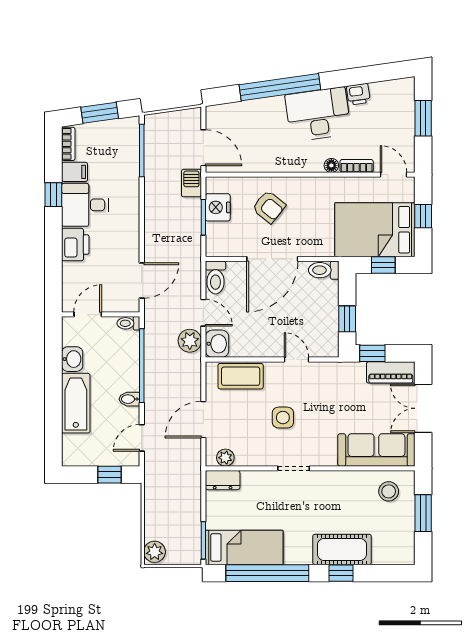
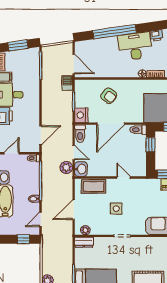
nightstand: (218, 207) -> (81, 115), moved
window: (347, 319) -> (151, 145), moved

